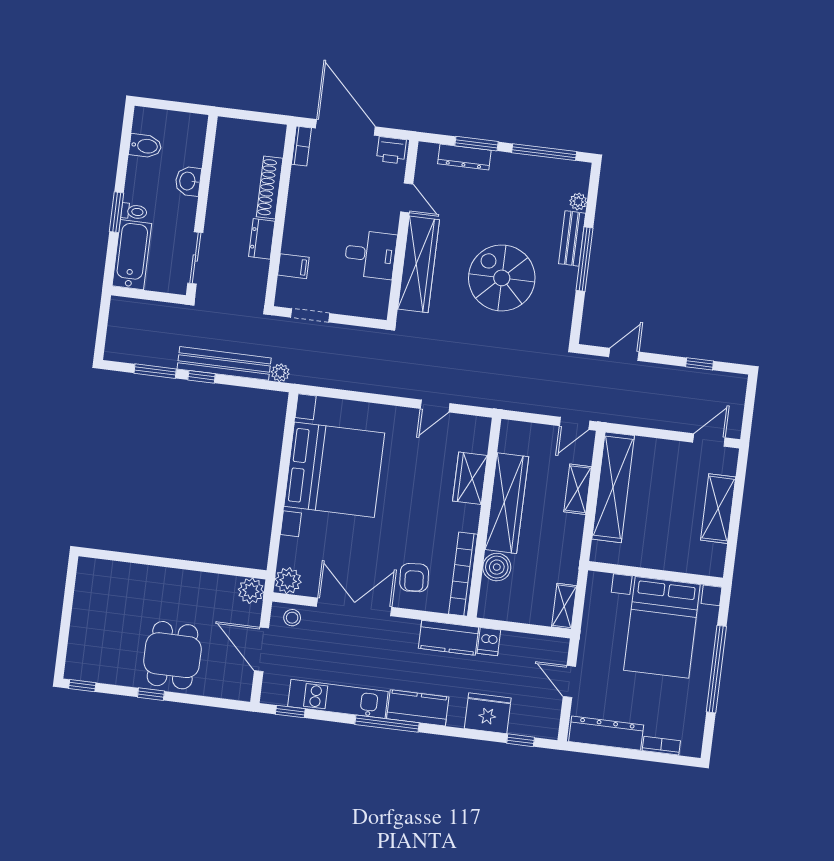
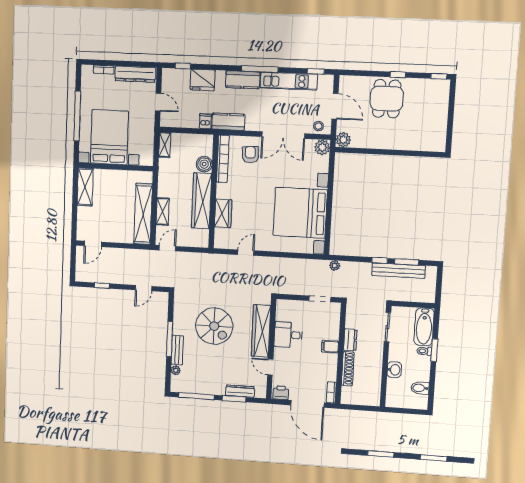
filing cabinet: (293, 266) -> (330, 347), moved
bench: (224, 363) -> (399, 271), moved
shelving: (718, 509) -> (85, 187), moved

